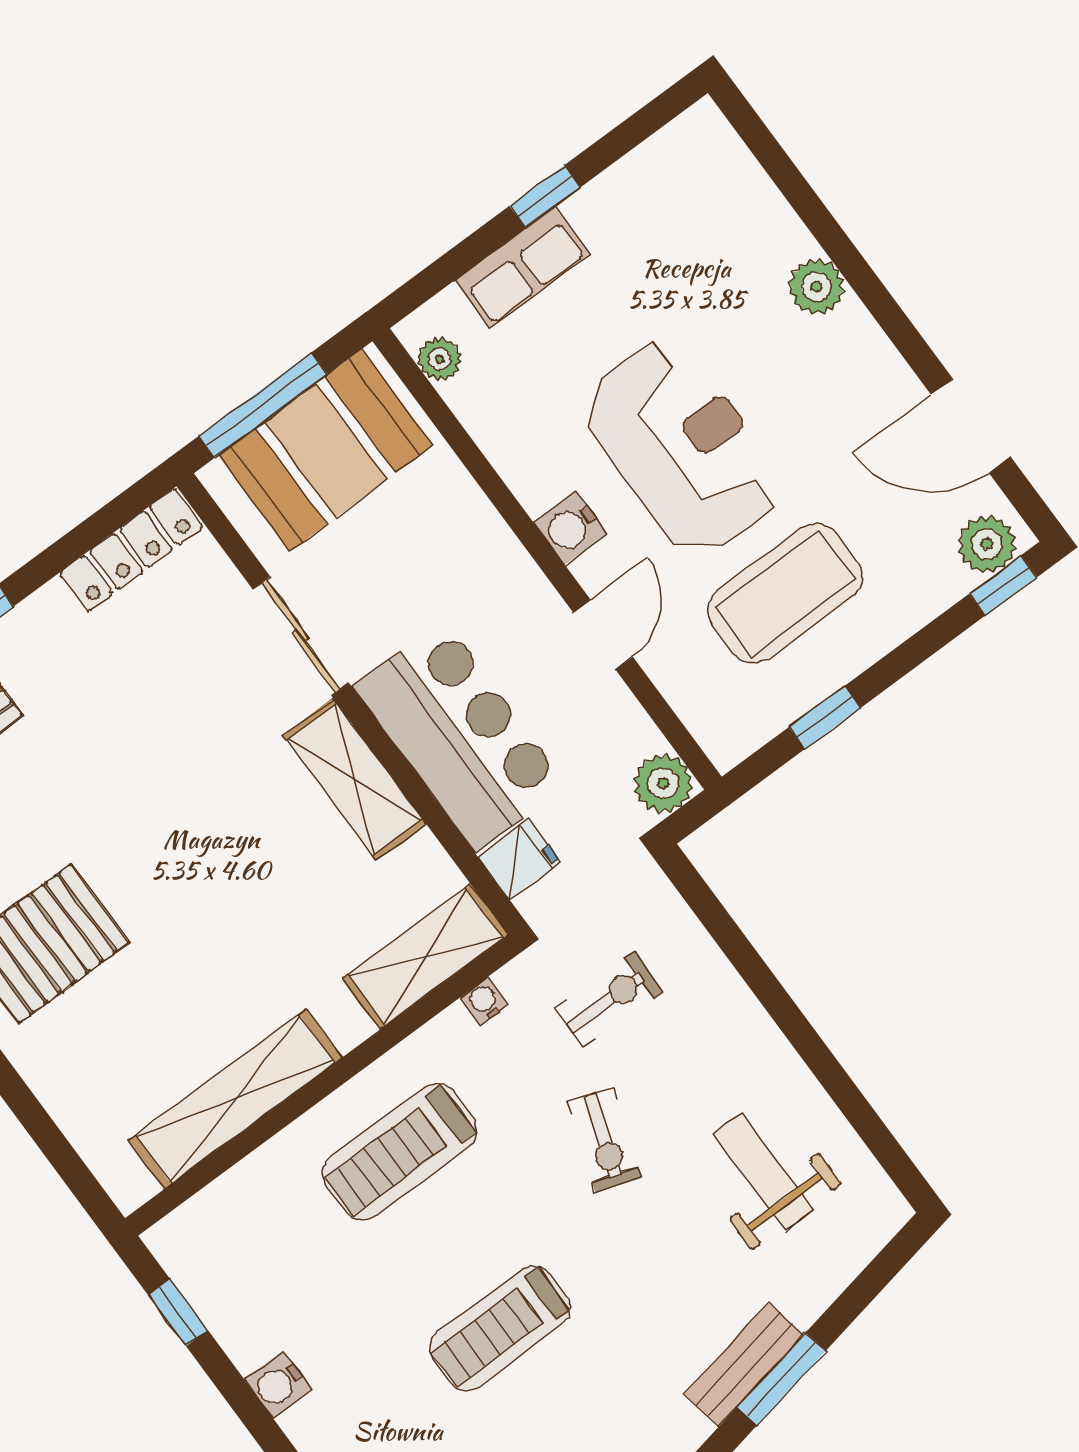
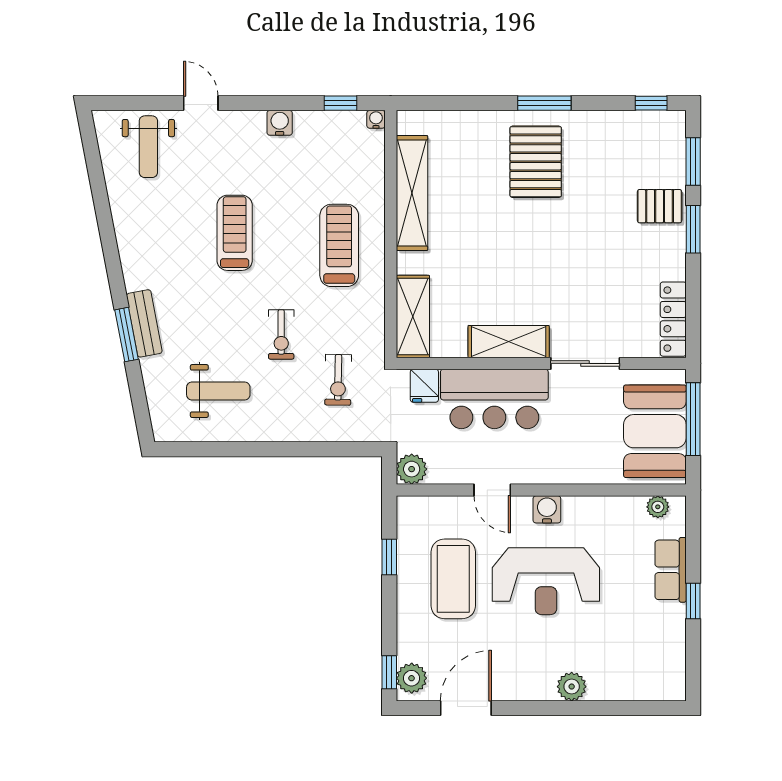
water cooler: (484, 1001) -> (376, 119), moved, turned -90
exercise bike: (604, 1140) -> (281, 334), turned -109

